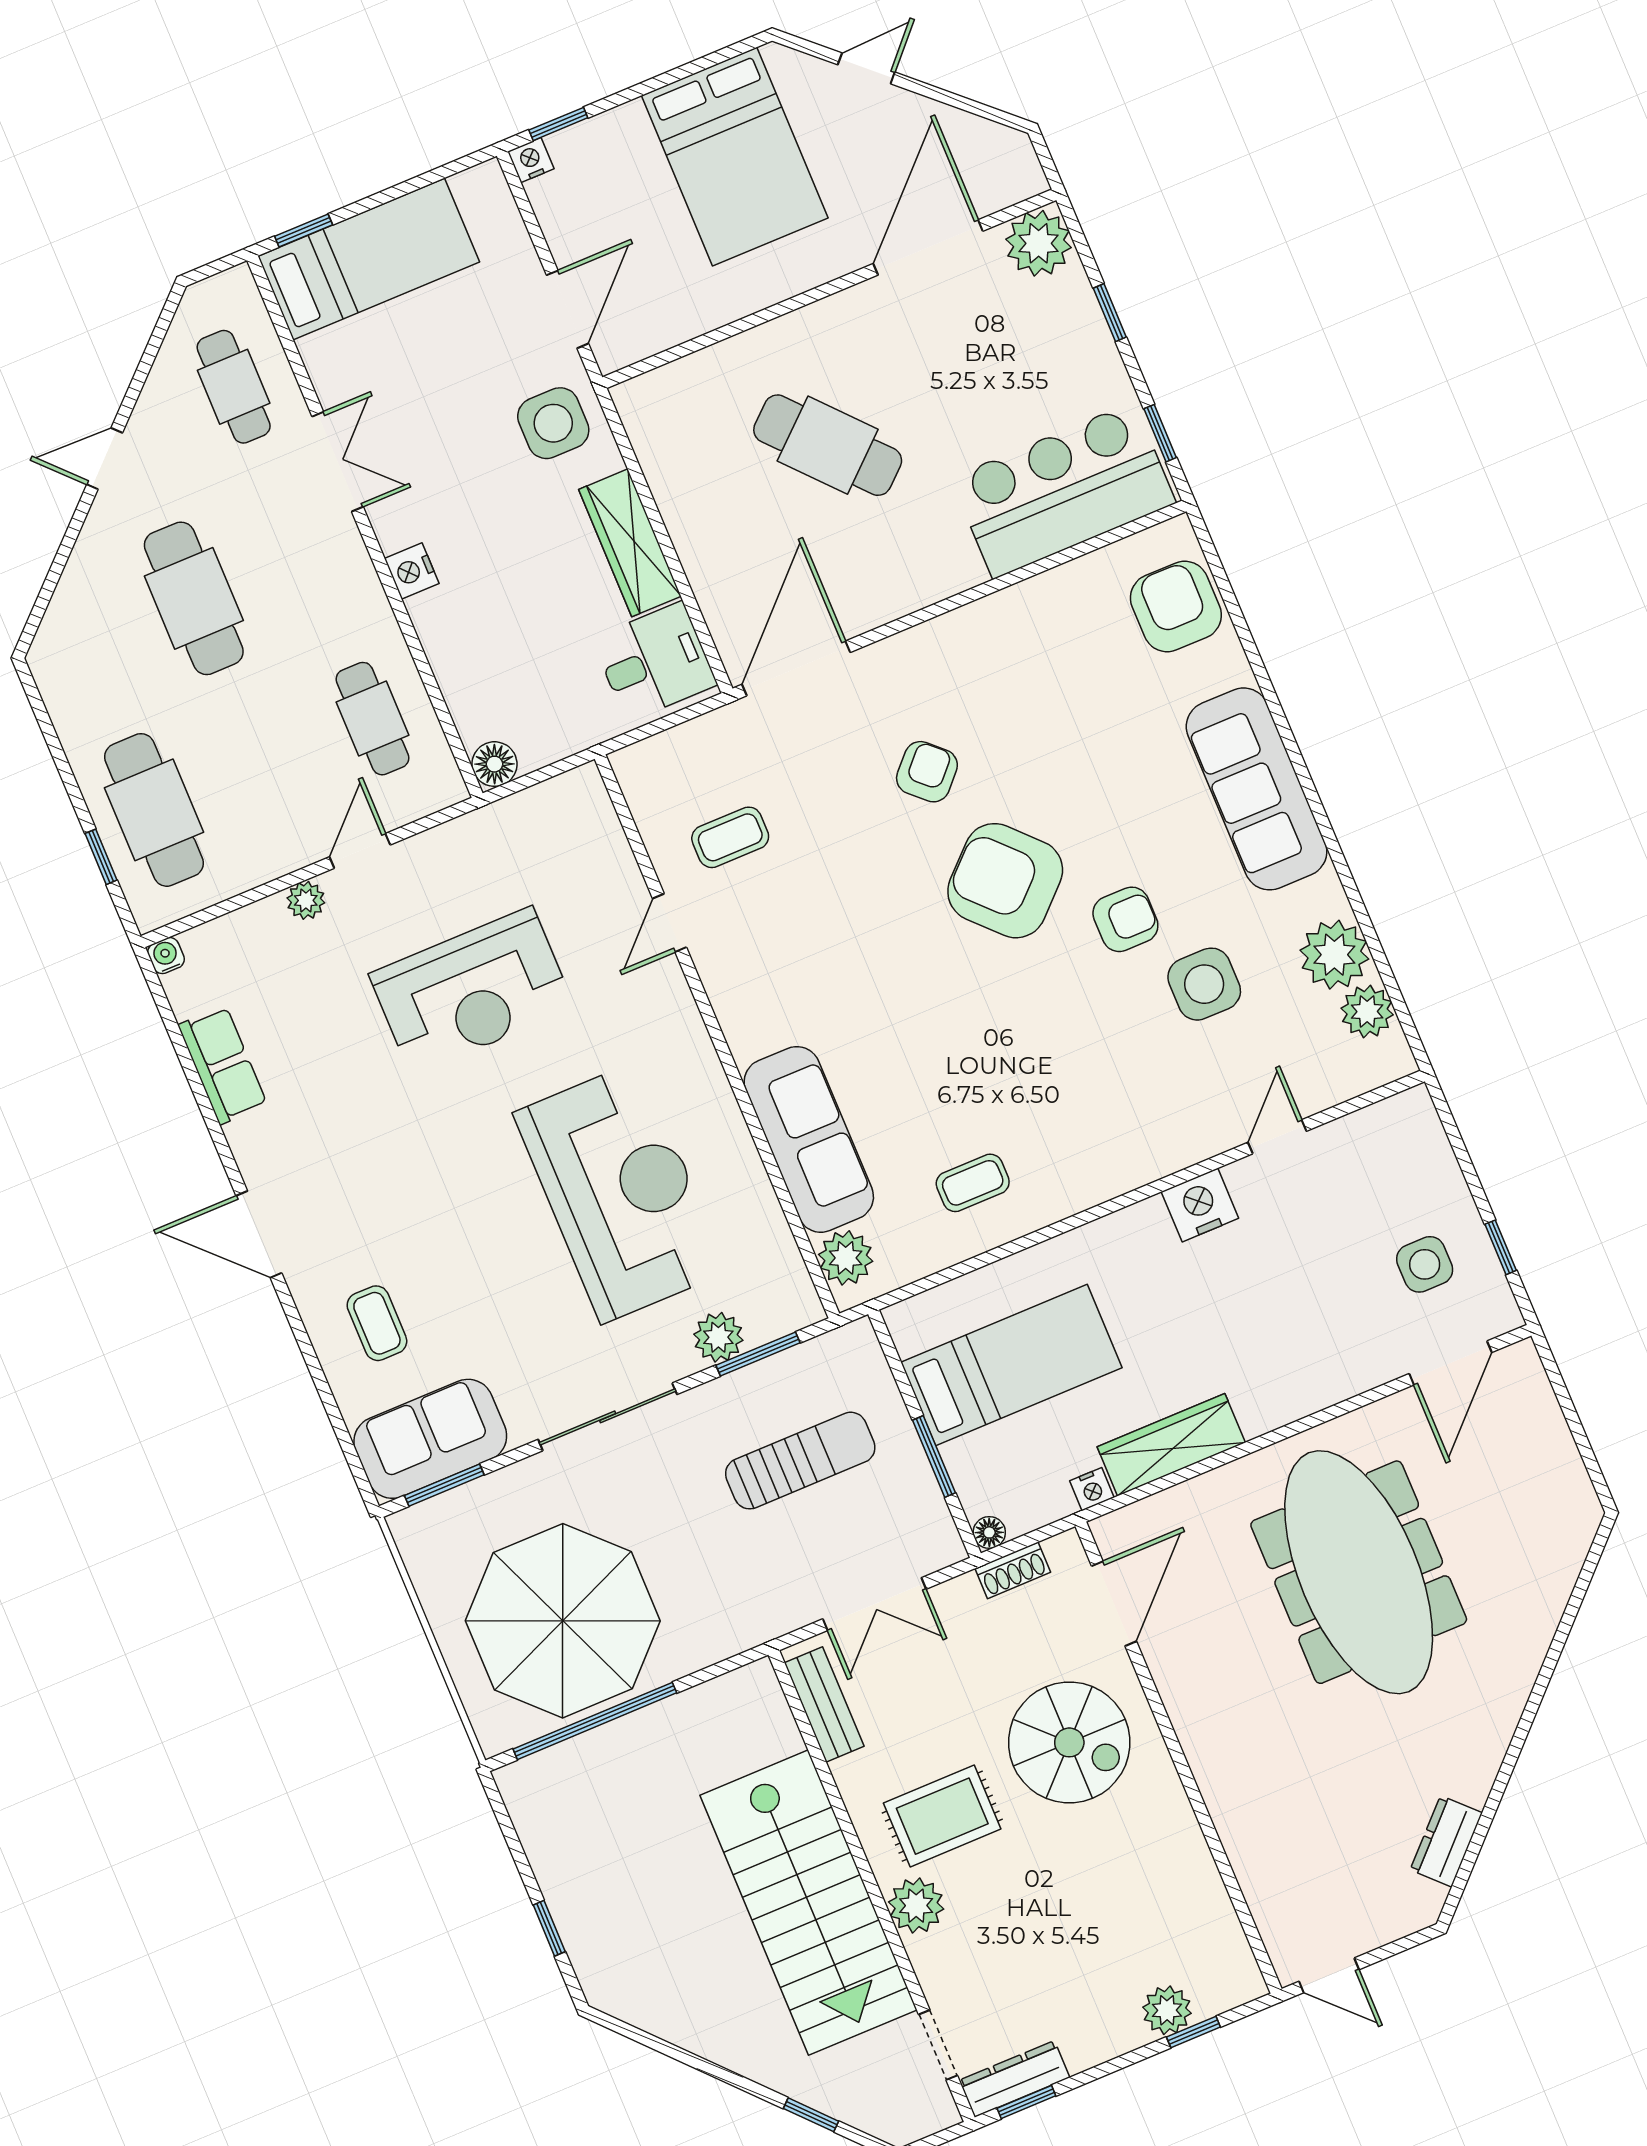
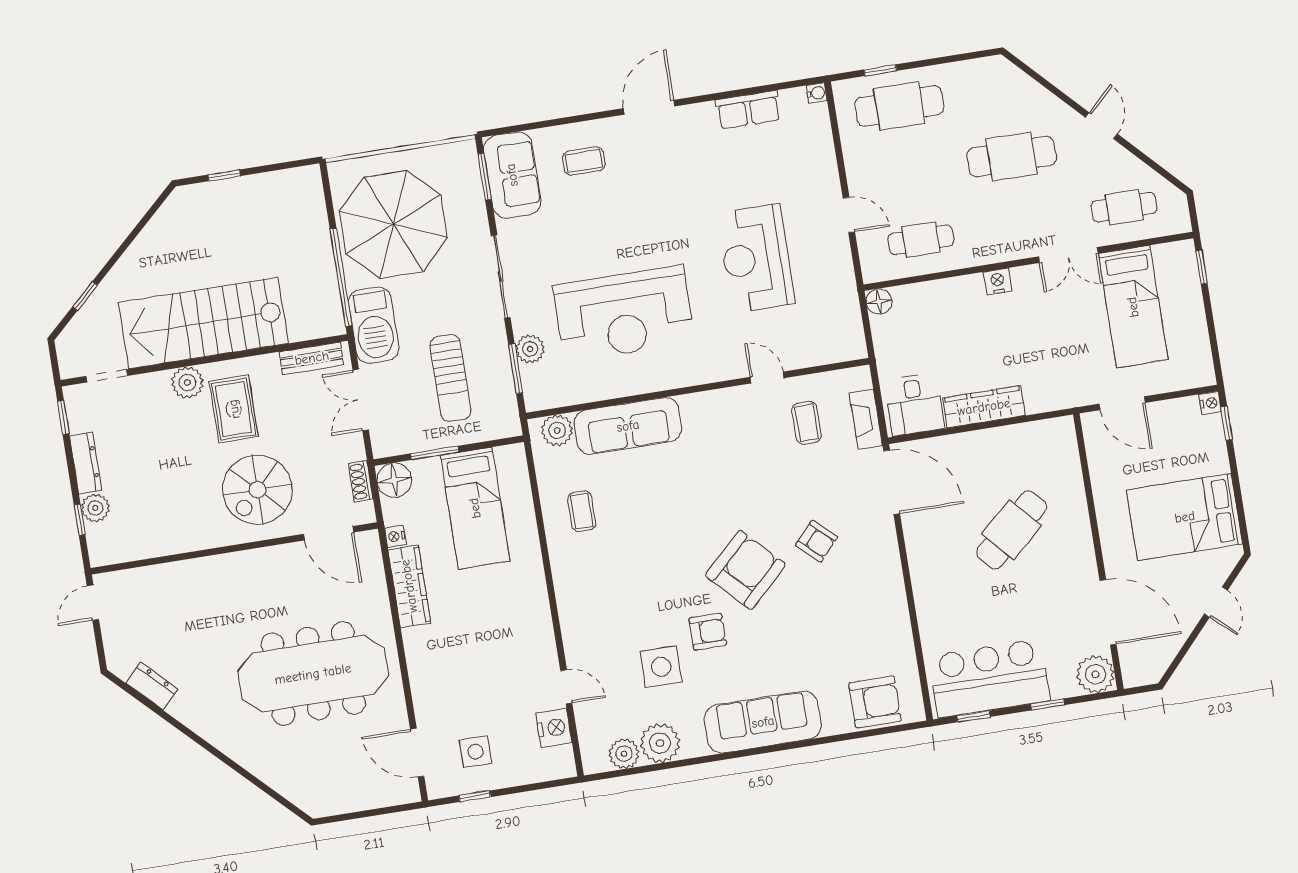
bed: (369, 259) -> (1133, 307), moved
side table: (553, 423) -> (1061, 380), removed
bar counter: (1063, 490) -> (989, 678), moved, turned -90
fireplace: (700, 738) -> (866, 419), added
plant: (306, 900) -> (829, 178), removed
armchair: (1125, 919) -> (708, 632), turned -90
nightstand: (1200, 1205) -> (554, 728), moved
floor lamp: (989, 1532) -> (394, 480), width x1.89, depth x1.89
barbecue: (742, 1612) -> (374, 325), added
window: (595, 1721) -> (341, 277), moved
dresser: (1014, 2079) -> (86, 463), moved

